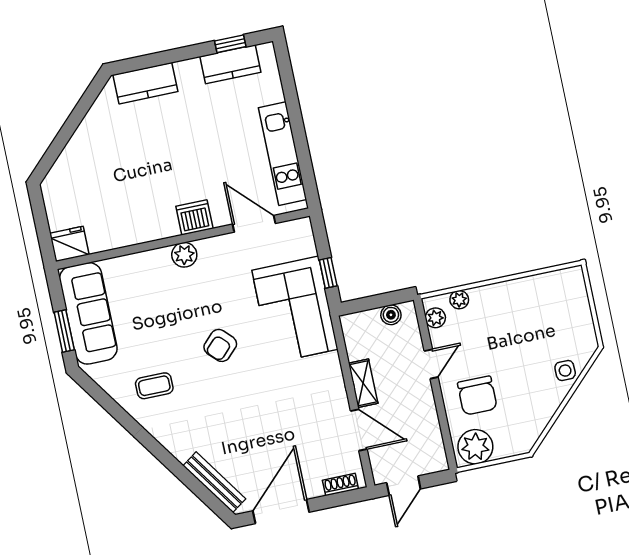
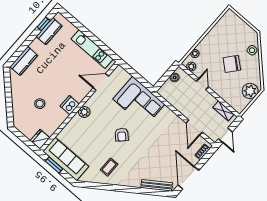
stool: (117, 180) -> (40, 104), added
dishwasher: (194, 217) -> (70, 105), moved
window: (328, 273) -> (141, 79), removed
window: (64, 331) -> (54, 165), moved
shelving: (363, 383) -> (223, 111), moved
chair: (477, 396) -> (232, 64), moved, turned 130
door: (359, 430) -> (194, 127), swing flipped
plant: (475, 447) -> (250, 91), moved

